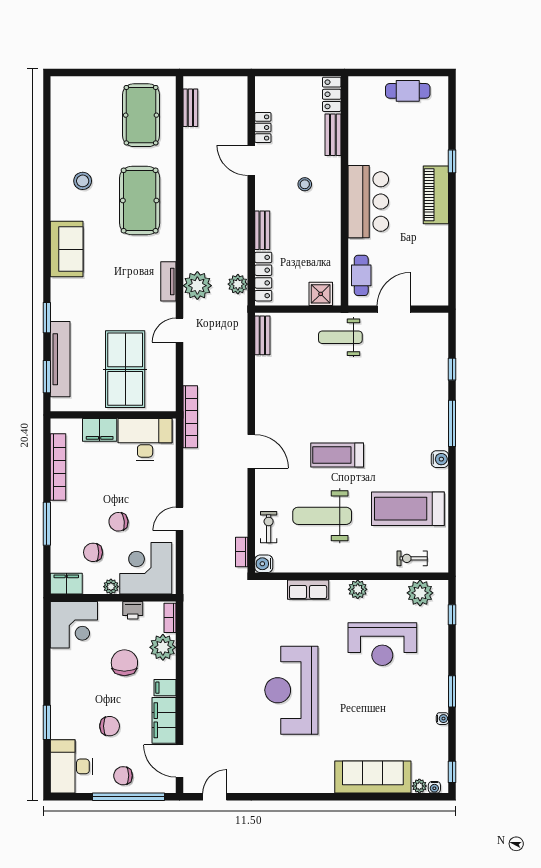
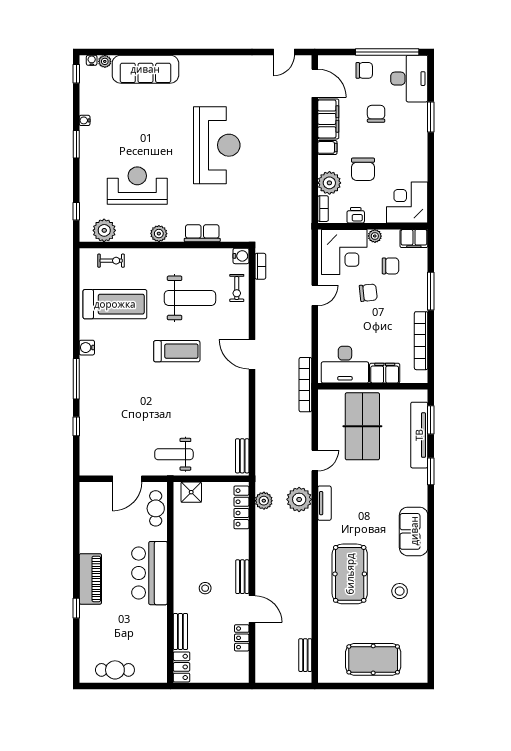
pool table: (141, 115) -> (373, 659), moved, turned 90
bench: (262, 230) -> (242, 577), moved
weight bench: (340, 337) -> (174, 454), turned 180
chair: (110, 726) -> (376, 114), turned 90
window: (128, 797) -> (387, 52), moved

